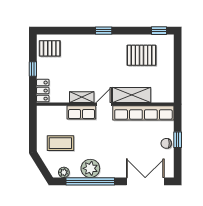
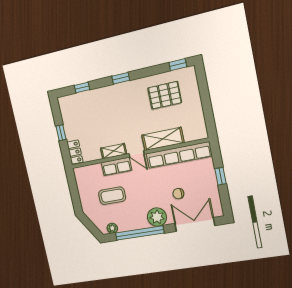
window: (64, 31) -> (82, 87), added
pallet: (50, 48) -> (72, 109), removed
door: (104, 104) -> (137, 154), swing flipped
coffee table: (60, 143) -> (112, 196), moved
chair: (166, 143) -> (178, 194), moved
plant: (90, 168) -> (157, 217), moved

